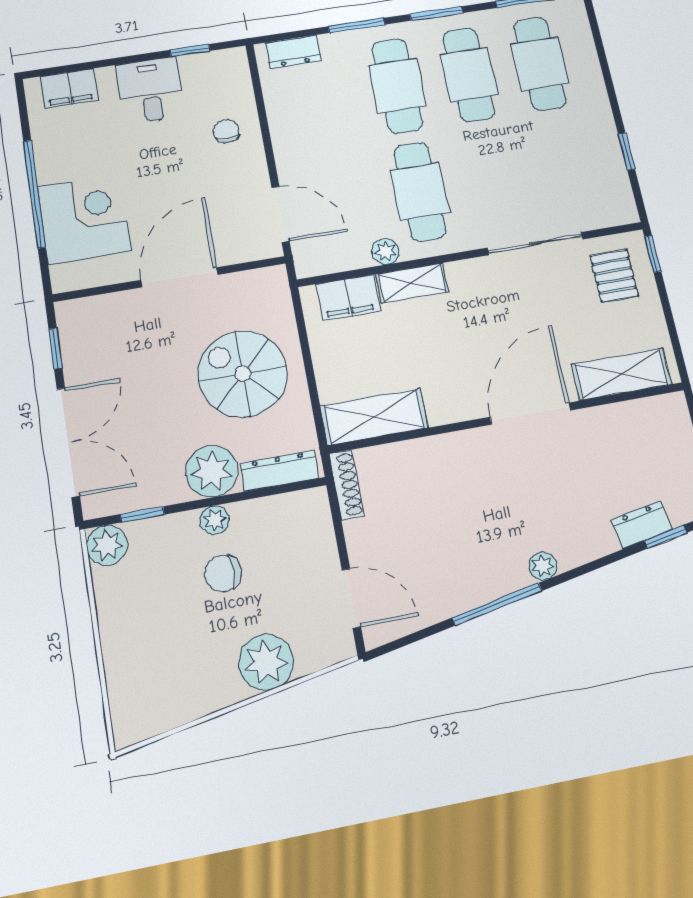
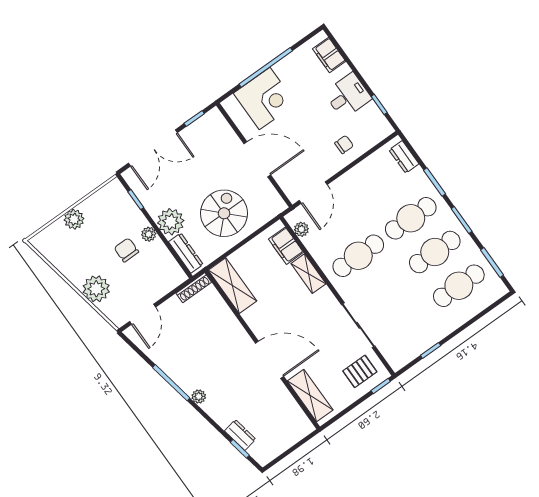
plant: (385, 252) -> (301, 229), moved
plant: (107, 545) -> (74, 219), moved

